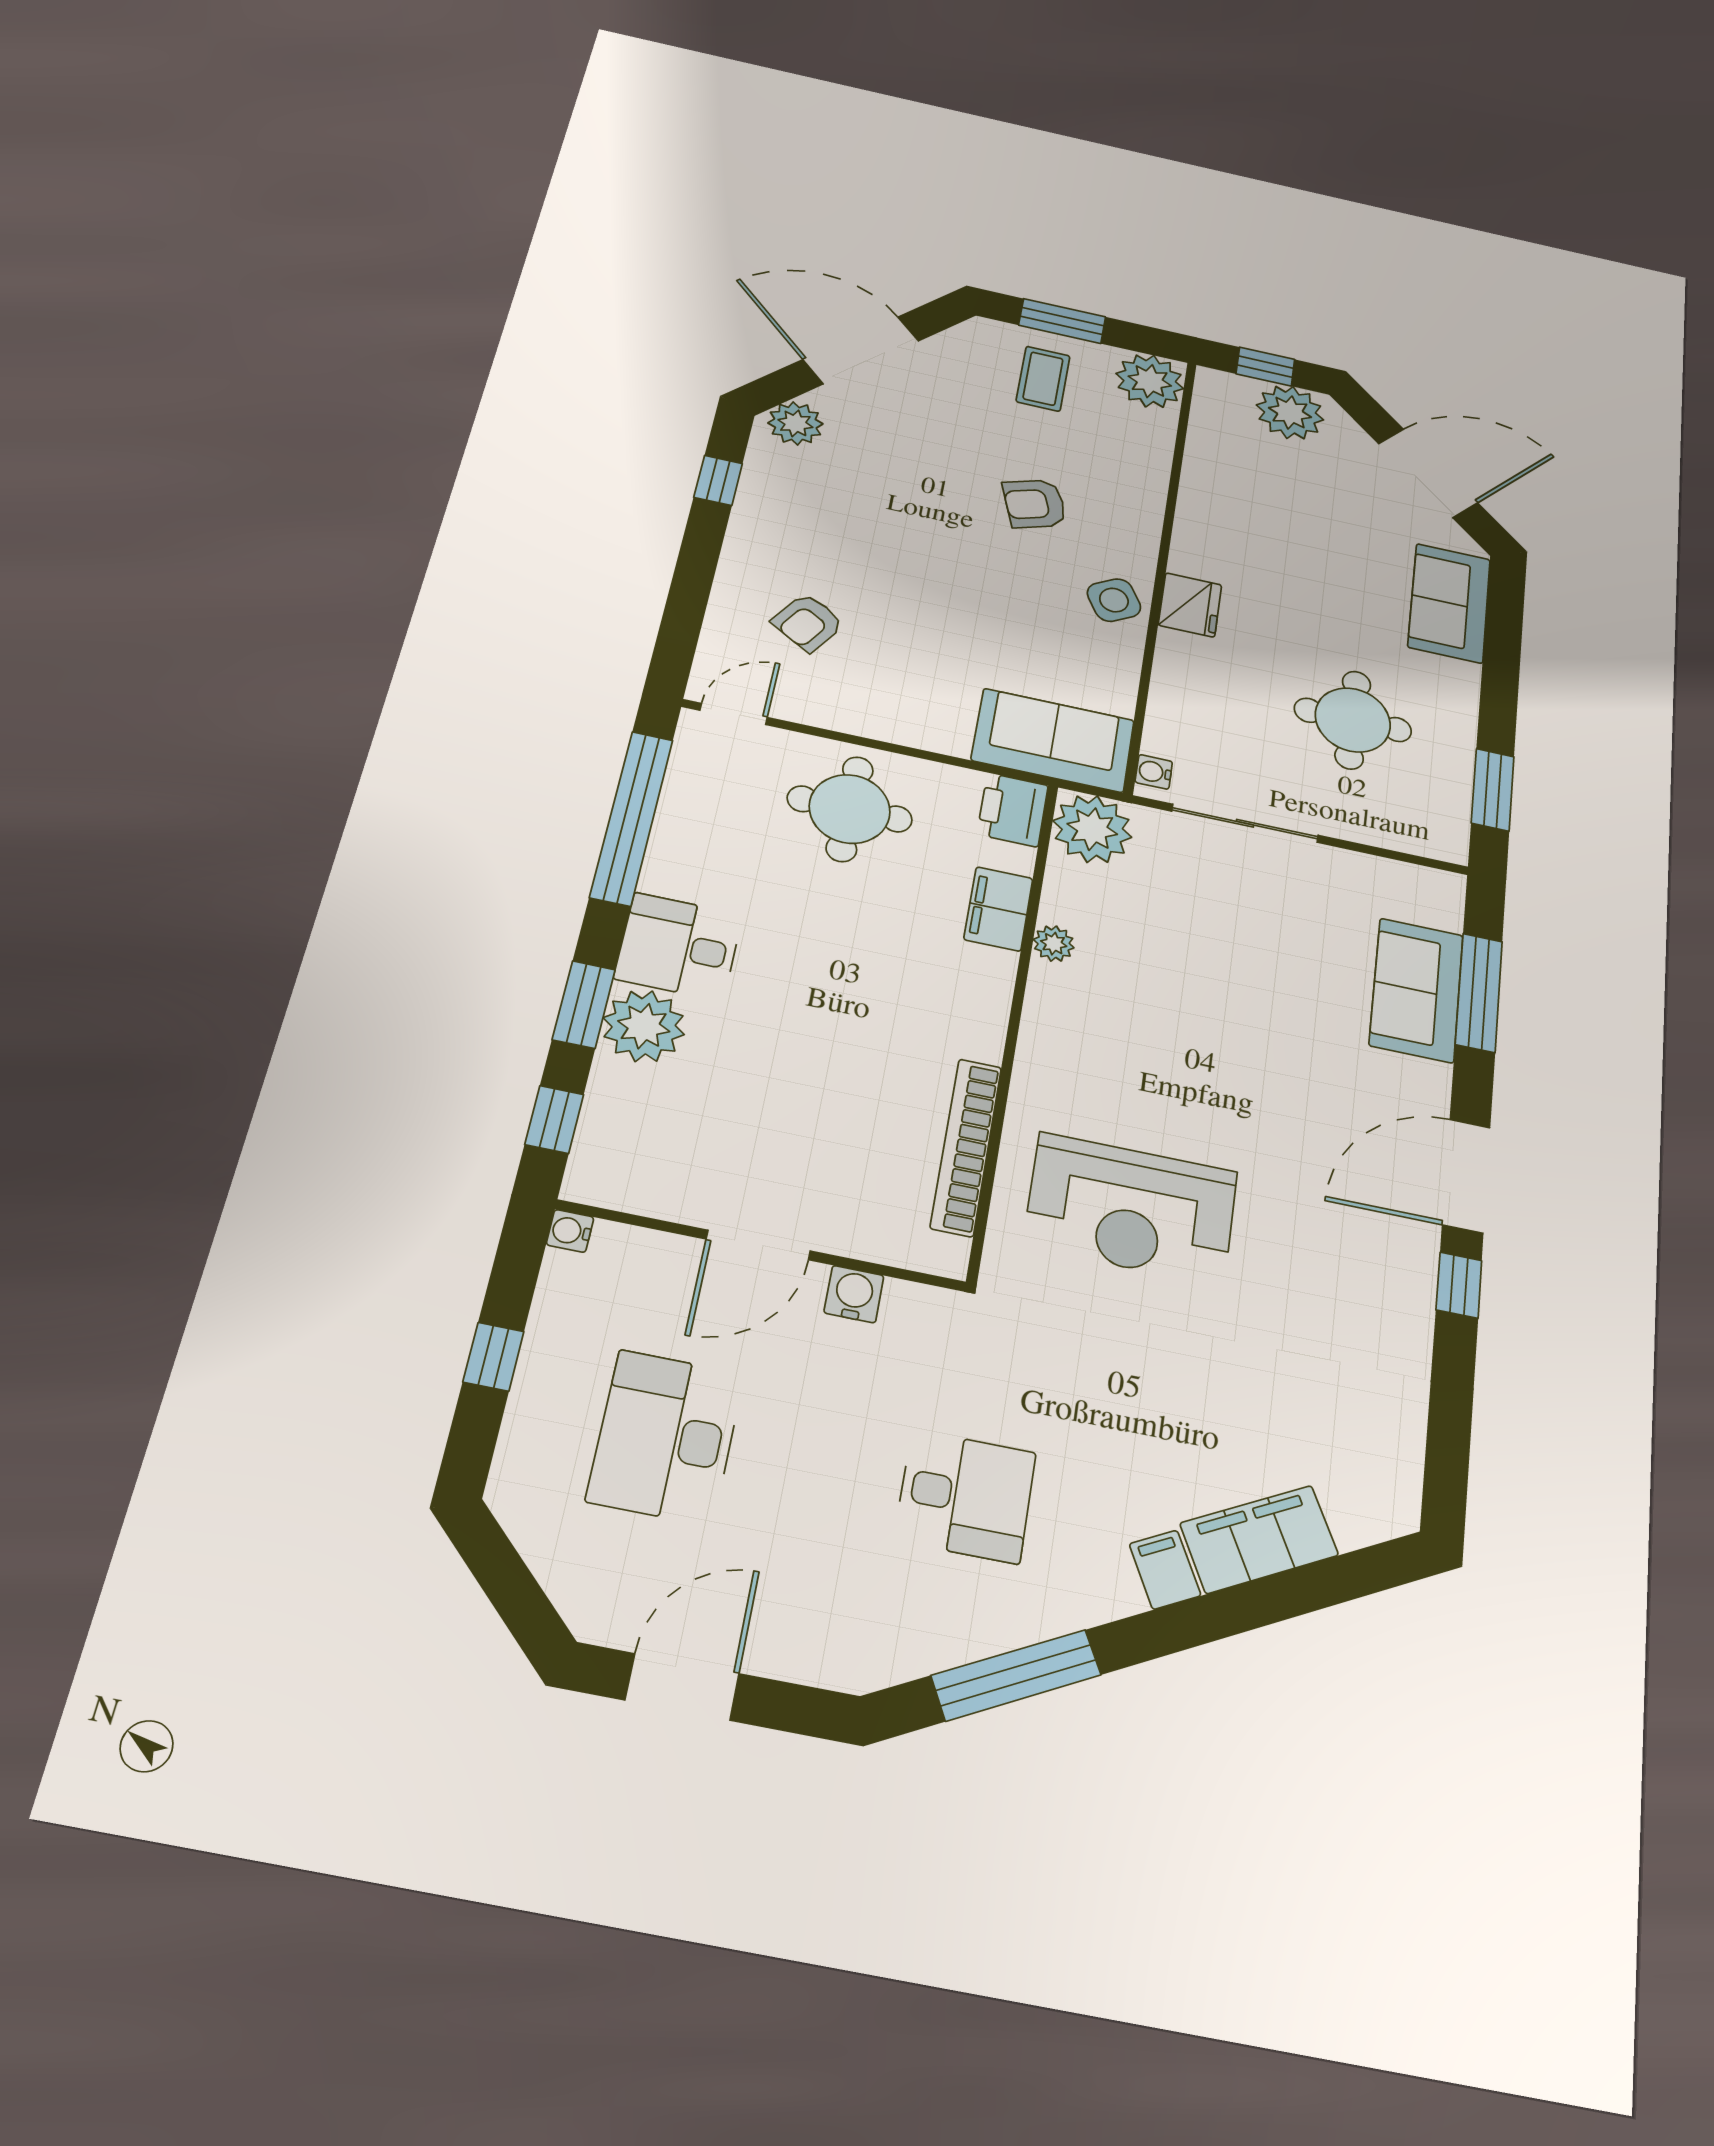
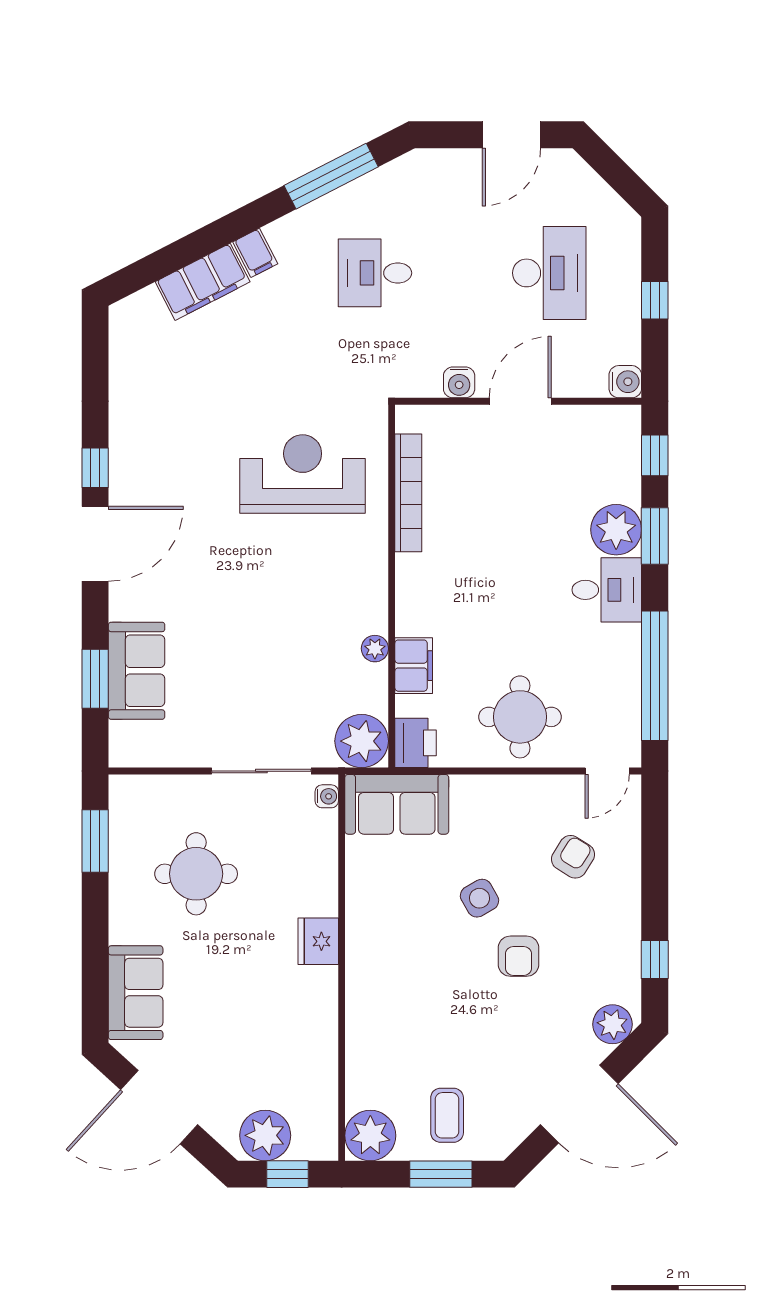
armchair: (1035, 504) -> (519, 956), moved, turned 109
side table: (1114, 600) -> (480, 898), moved
window: (1479, 993) -> (95, 679), width x0.69
water cooler: (570, 1231) -> (625, 382), width x1.38, depth x1.38

